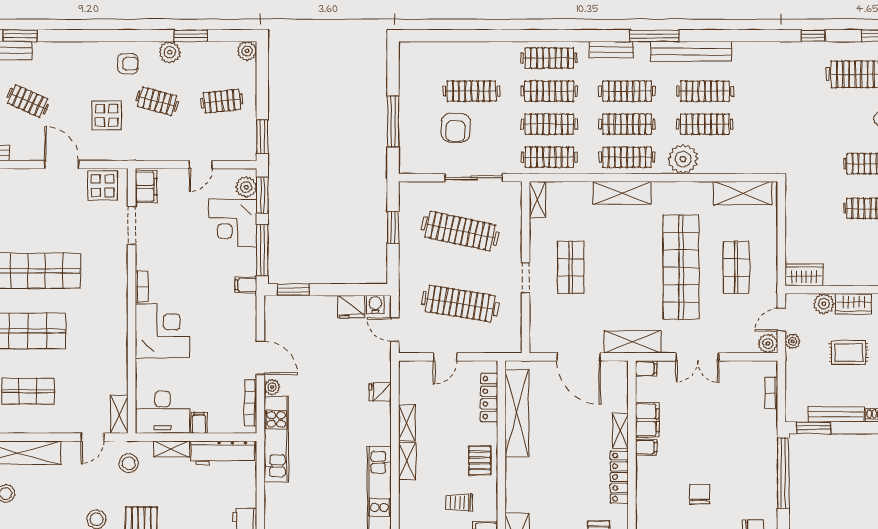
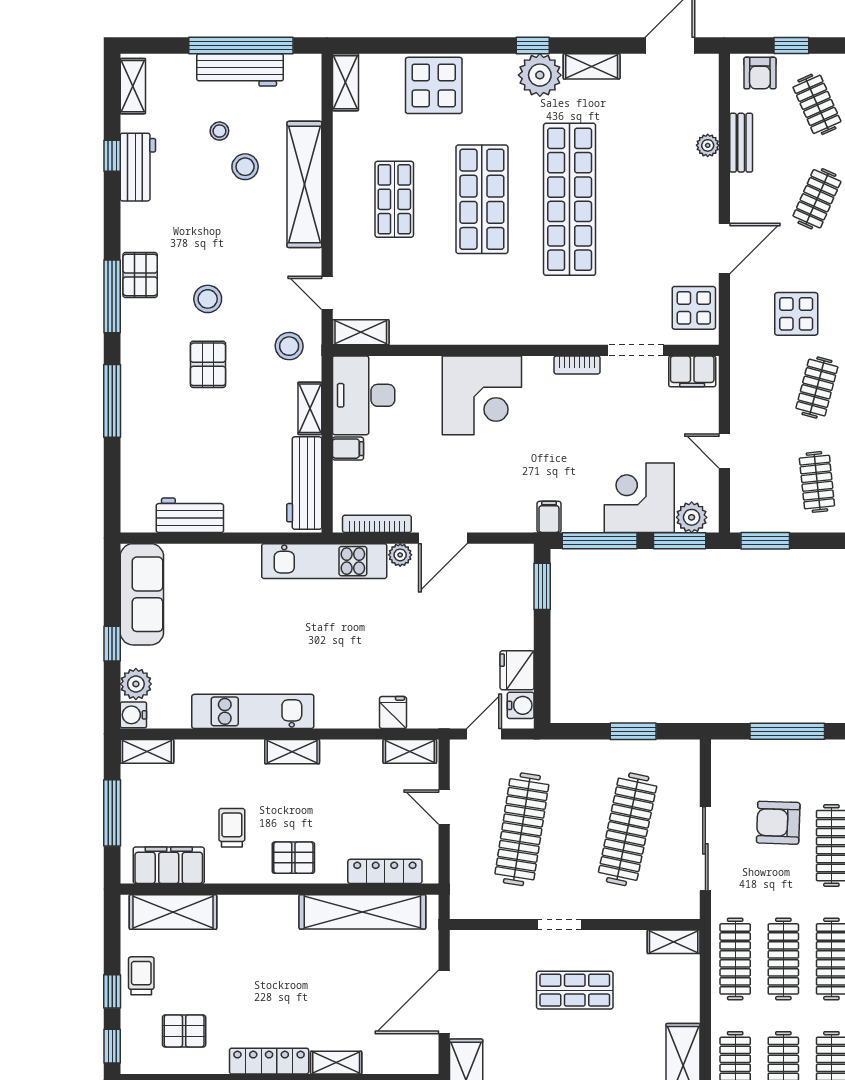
bookcase: (142, 287) -> (577, 365), moved
shelving: (407, 423) -> (410, 751), moved

